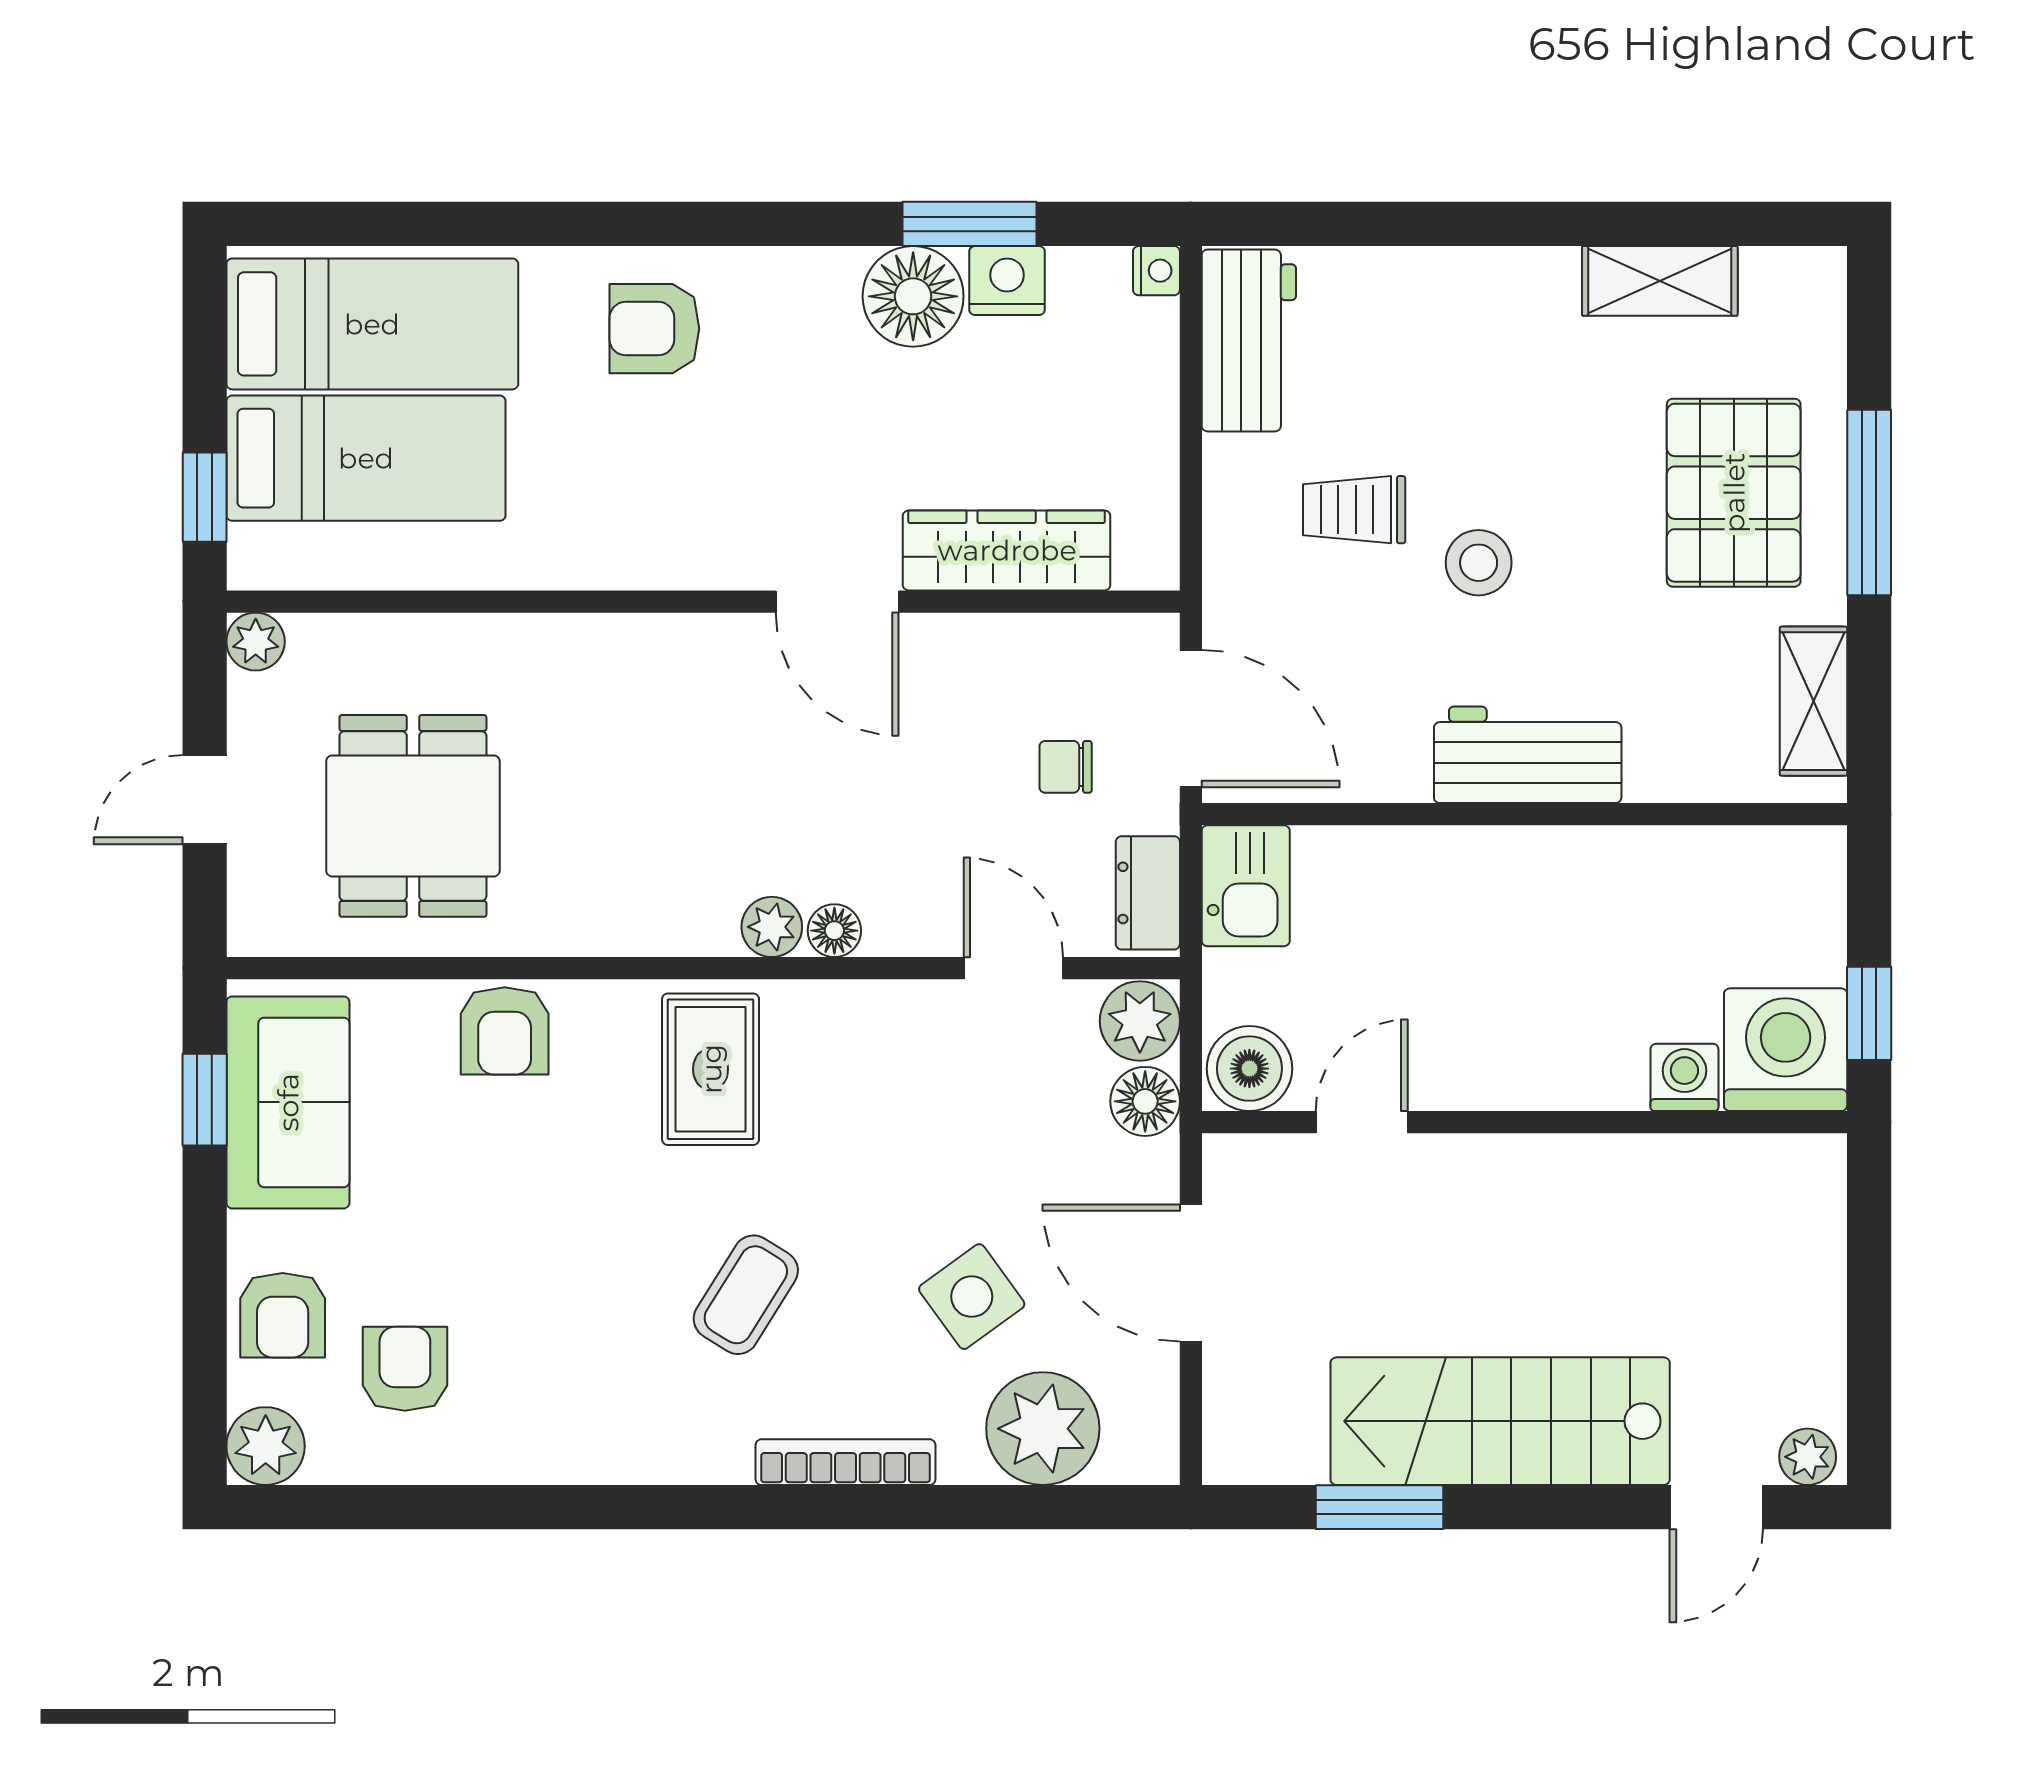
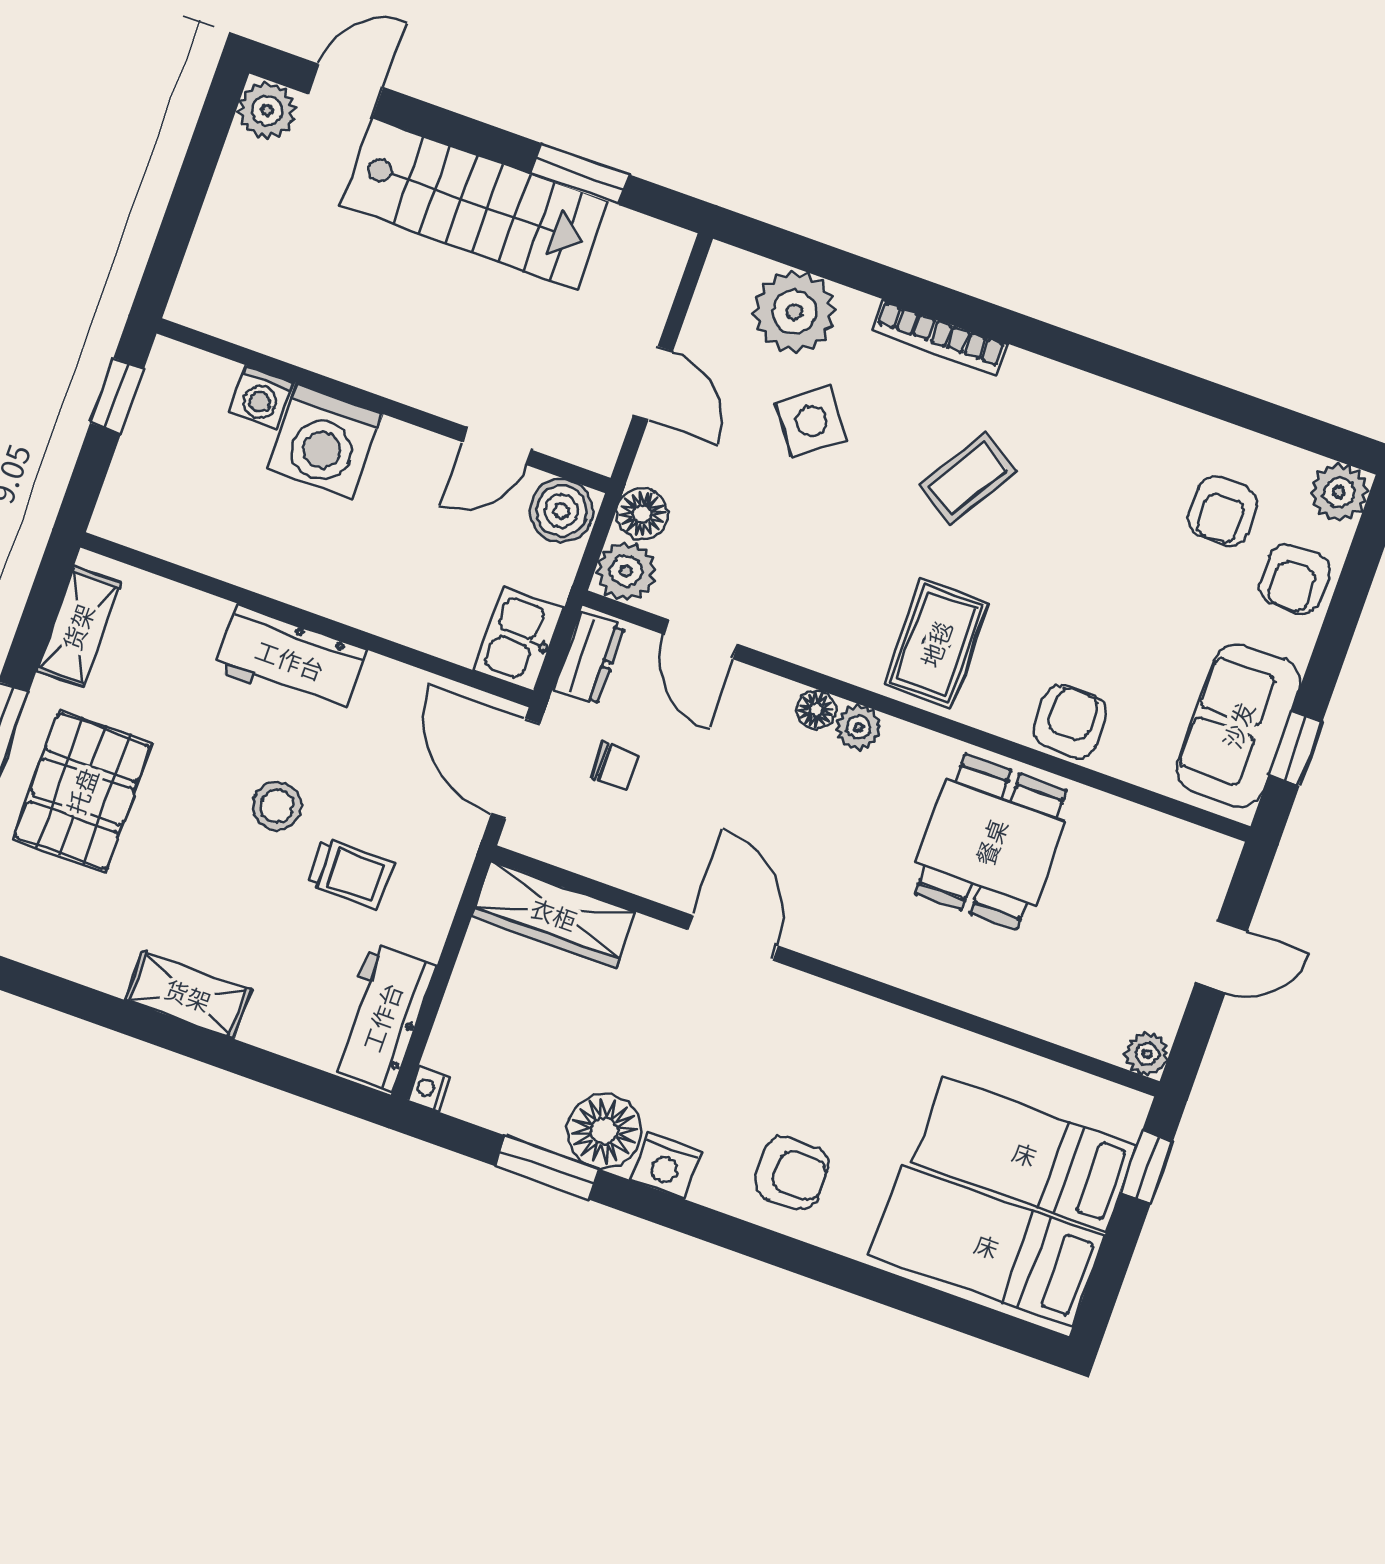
nightstand: (1007, 281) -> (666, 1165), moved
shelving: (1660, 281) -> (188, 995), moved
wardrobe: (1007, 550) -> (554, 914), moved
dining table: (413, 816) -> (991, 842), moved
washing machine: (1786, 1050) -> (325, 441), moved
door: (1191, 1273) -> (653, 383), width x0.73
armchair: (283, 1315) -> (1295, 579), turned 180
plant: (1808, 1457) -> (267, 110), width x1.38, depth x1.38

